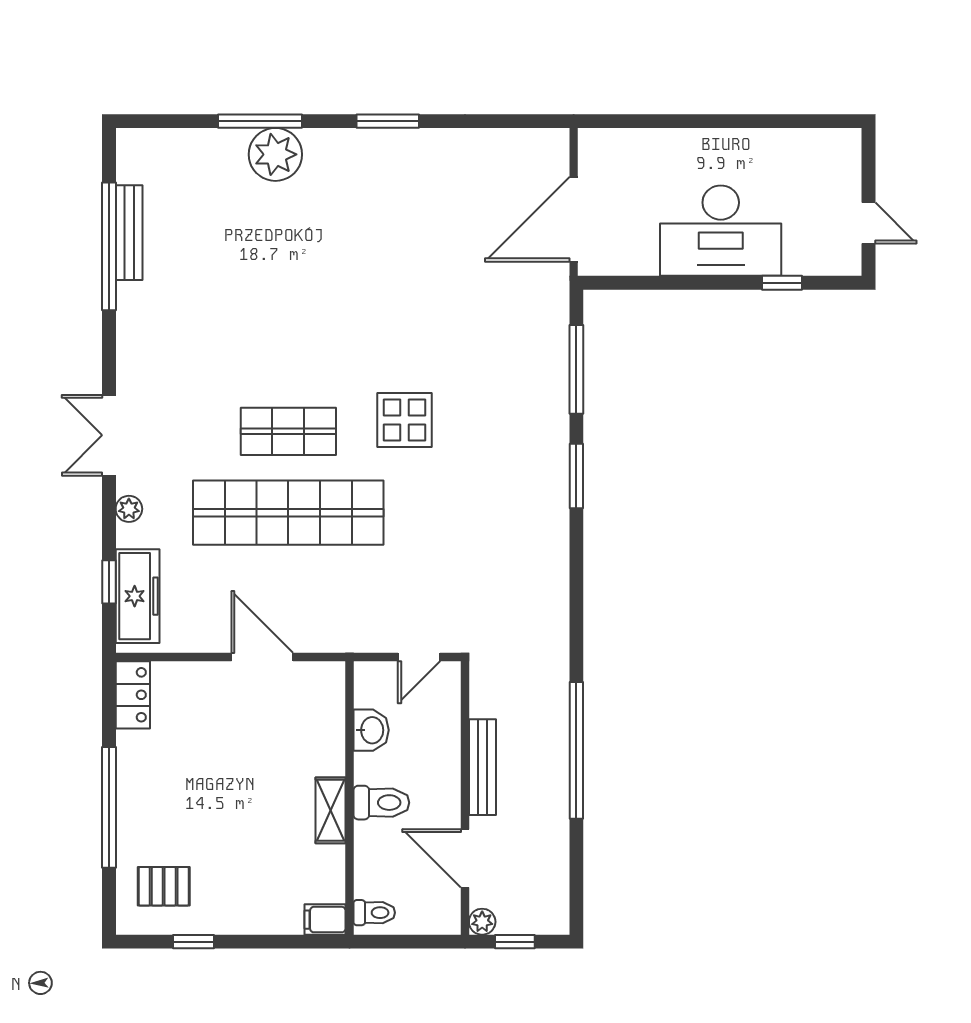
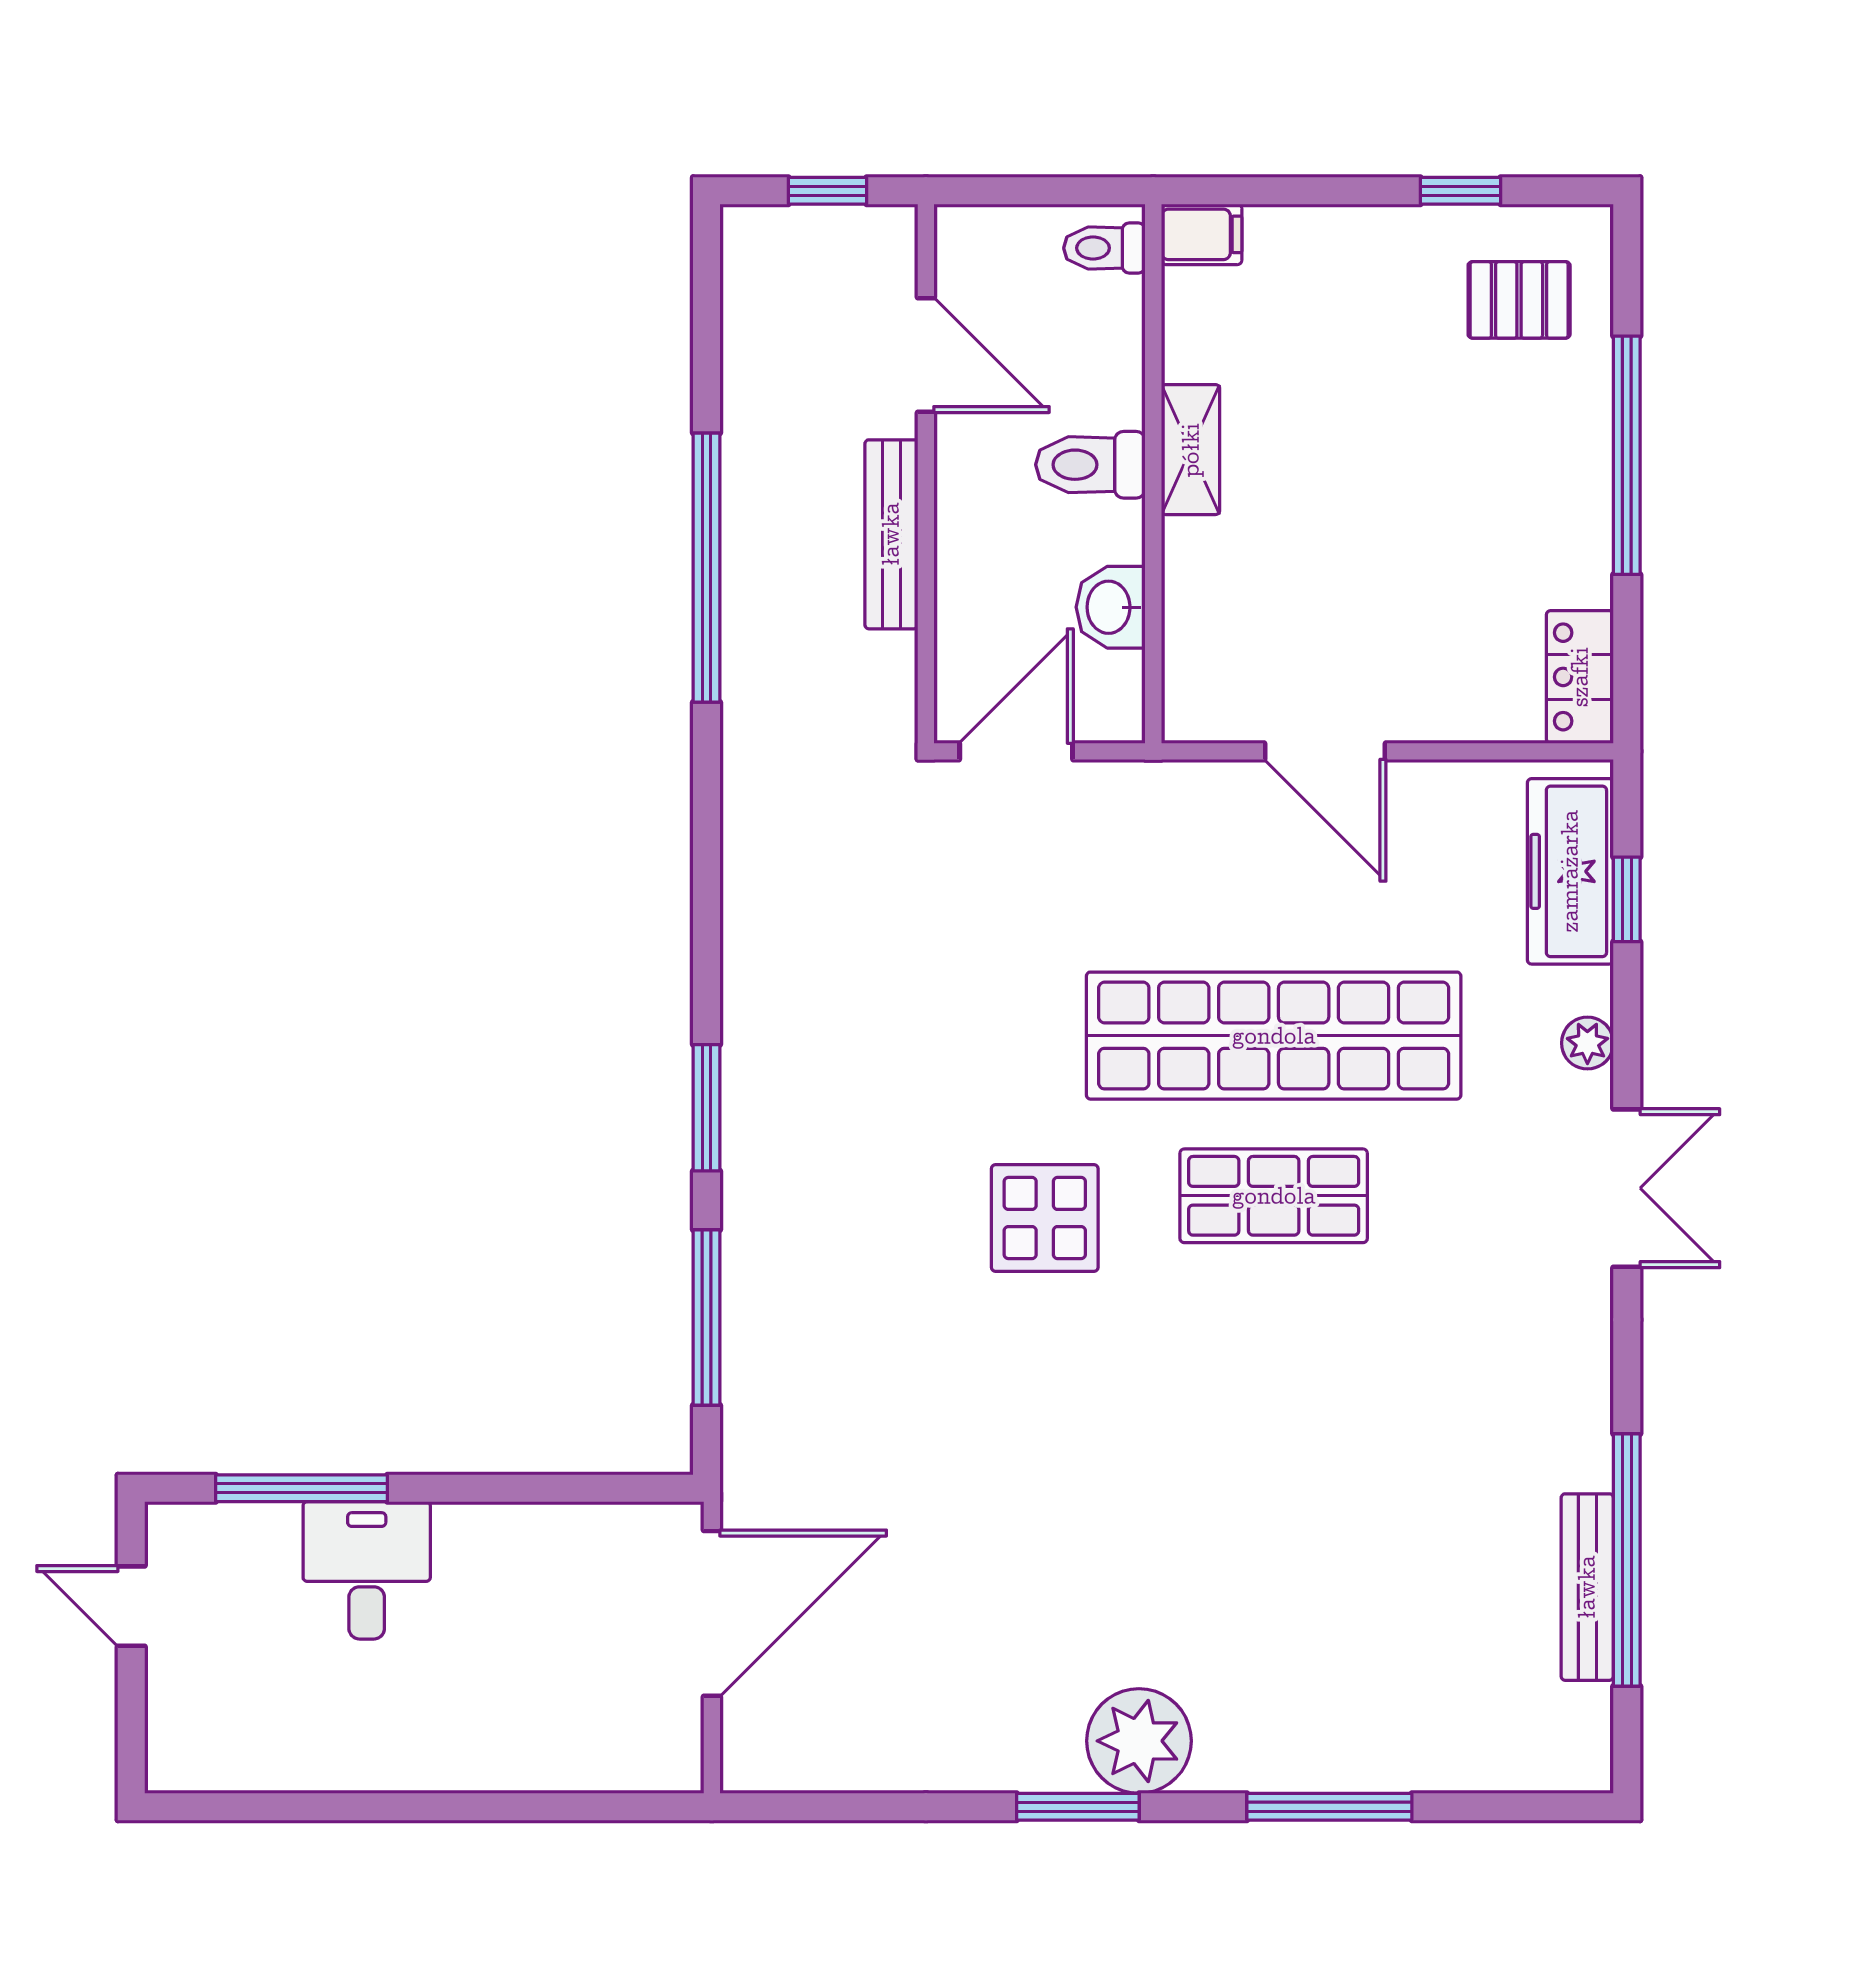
plant: (275, 154) -> (1139, 1741), moved
desk: (721, 231) -> (367, 1570), width x0.53, depth x0.77
window: (782, 283) -> (301, 1488), width x2.17
door: (419, 657) -> (1016, 751), width x1.38
plant: (482, 922) -> (892, 230), removed

